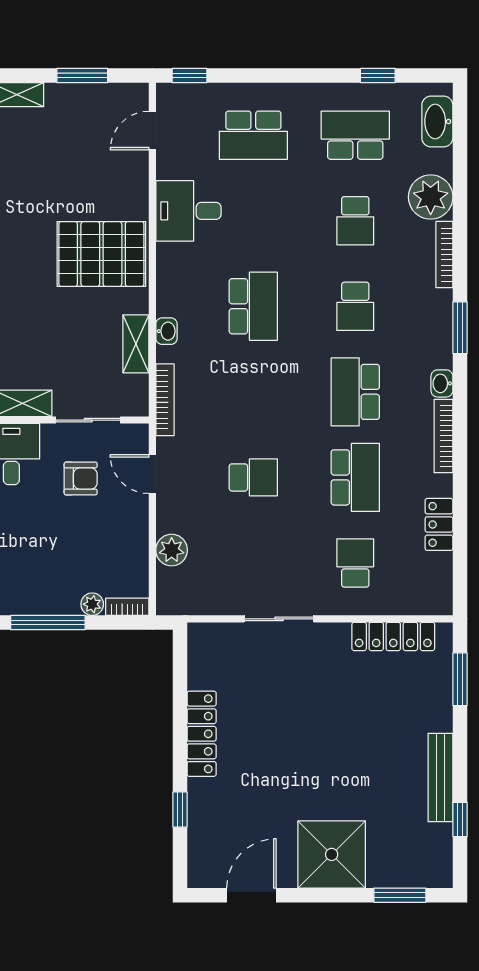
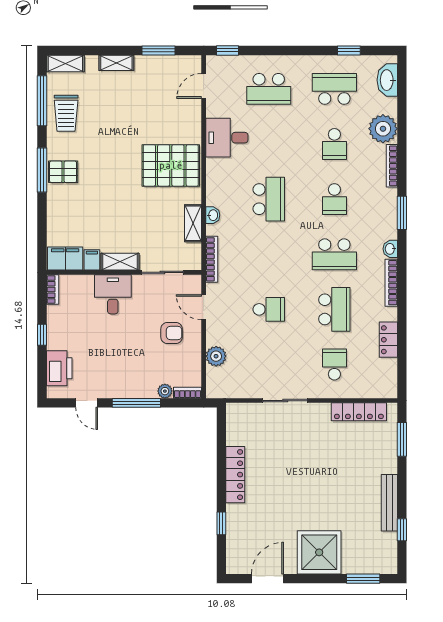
school desk: (355, 392) -> (334, 254), turned -90
armchair: (81, 478) -> (172, 333), moved

